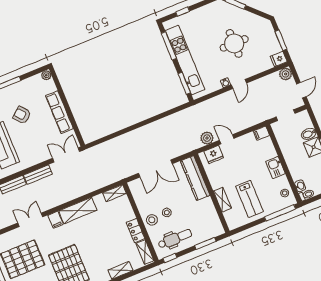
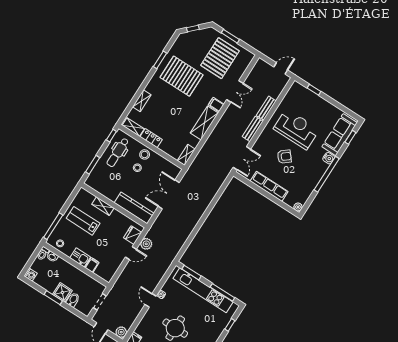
armchair: (22, 115) -> (284, 157), moved
filing cabinet: (261, 133) -> (92, 265), moved

